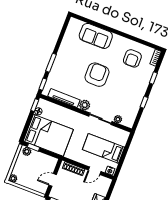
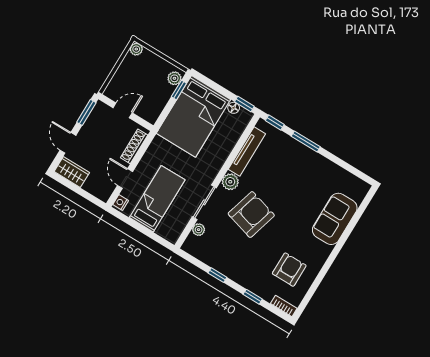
armchair: (132, 58) -> (289, 270), turned 90
armchair: (97, 75) -> (251, 214), moved, turned -74
door: (53, 180) -> (123, 110), hinge flipped

